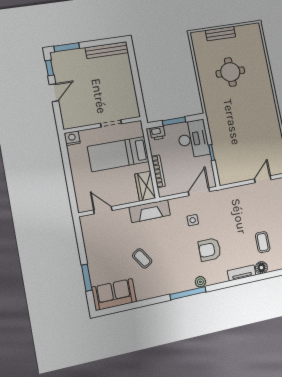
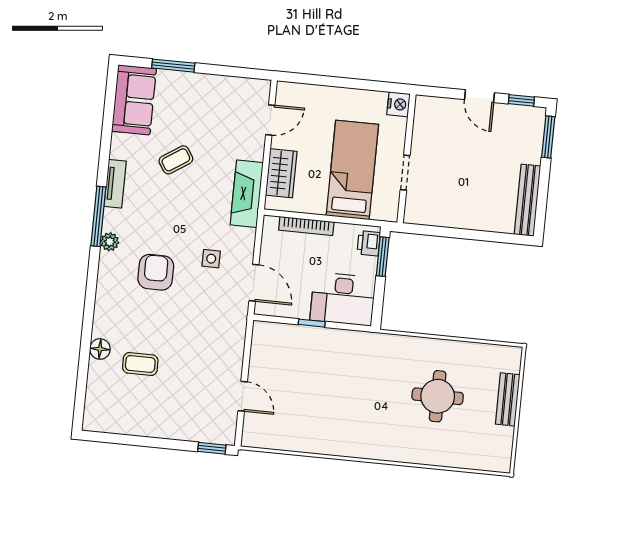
window: (174, 121) -> (383, 257), moved
wardrobe: (145, 186) -> (281, 173), moved, turned 90
tv unit: (242, 273) -> (115, 184), moved

